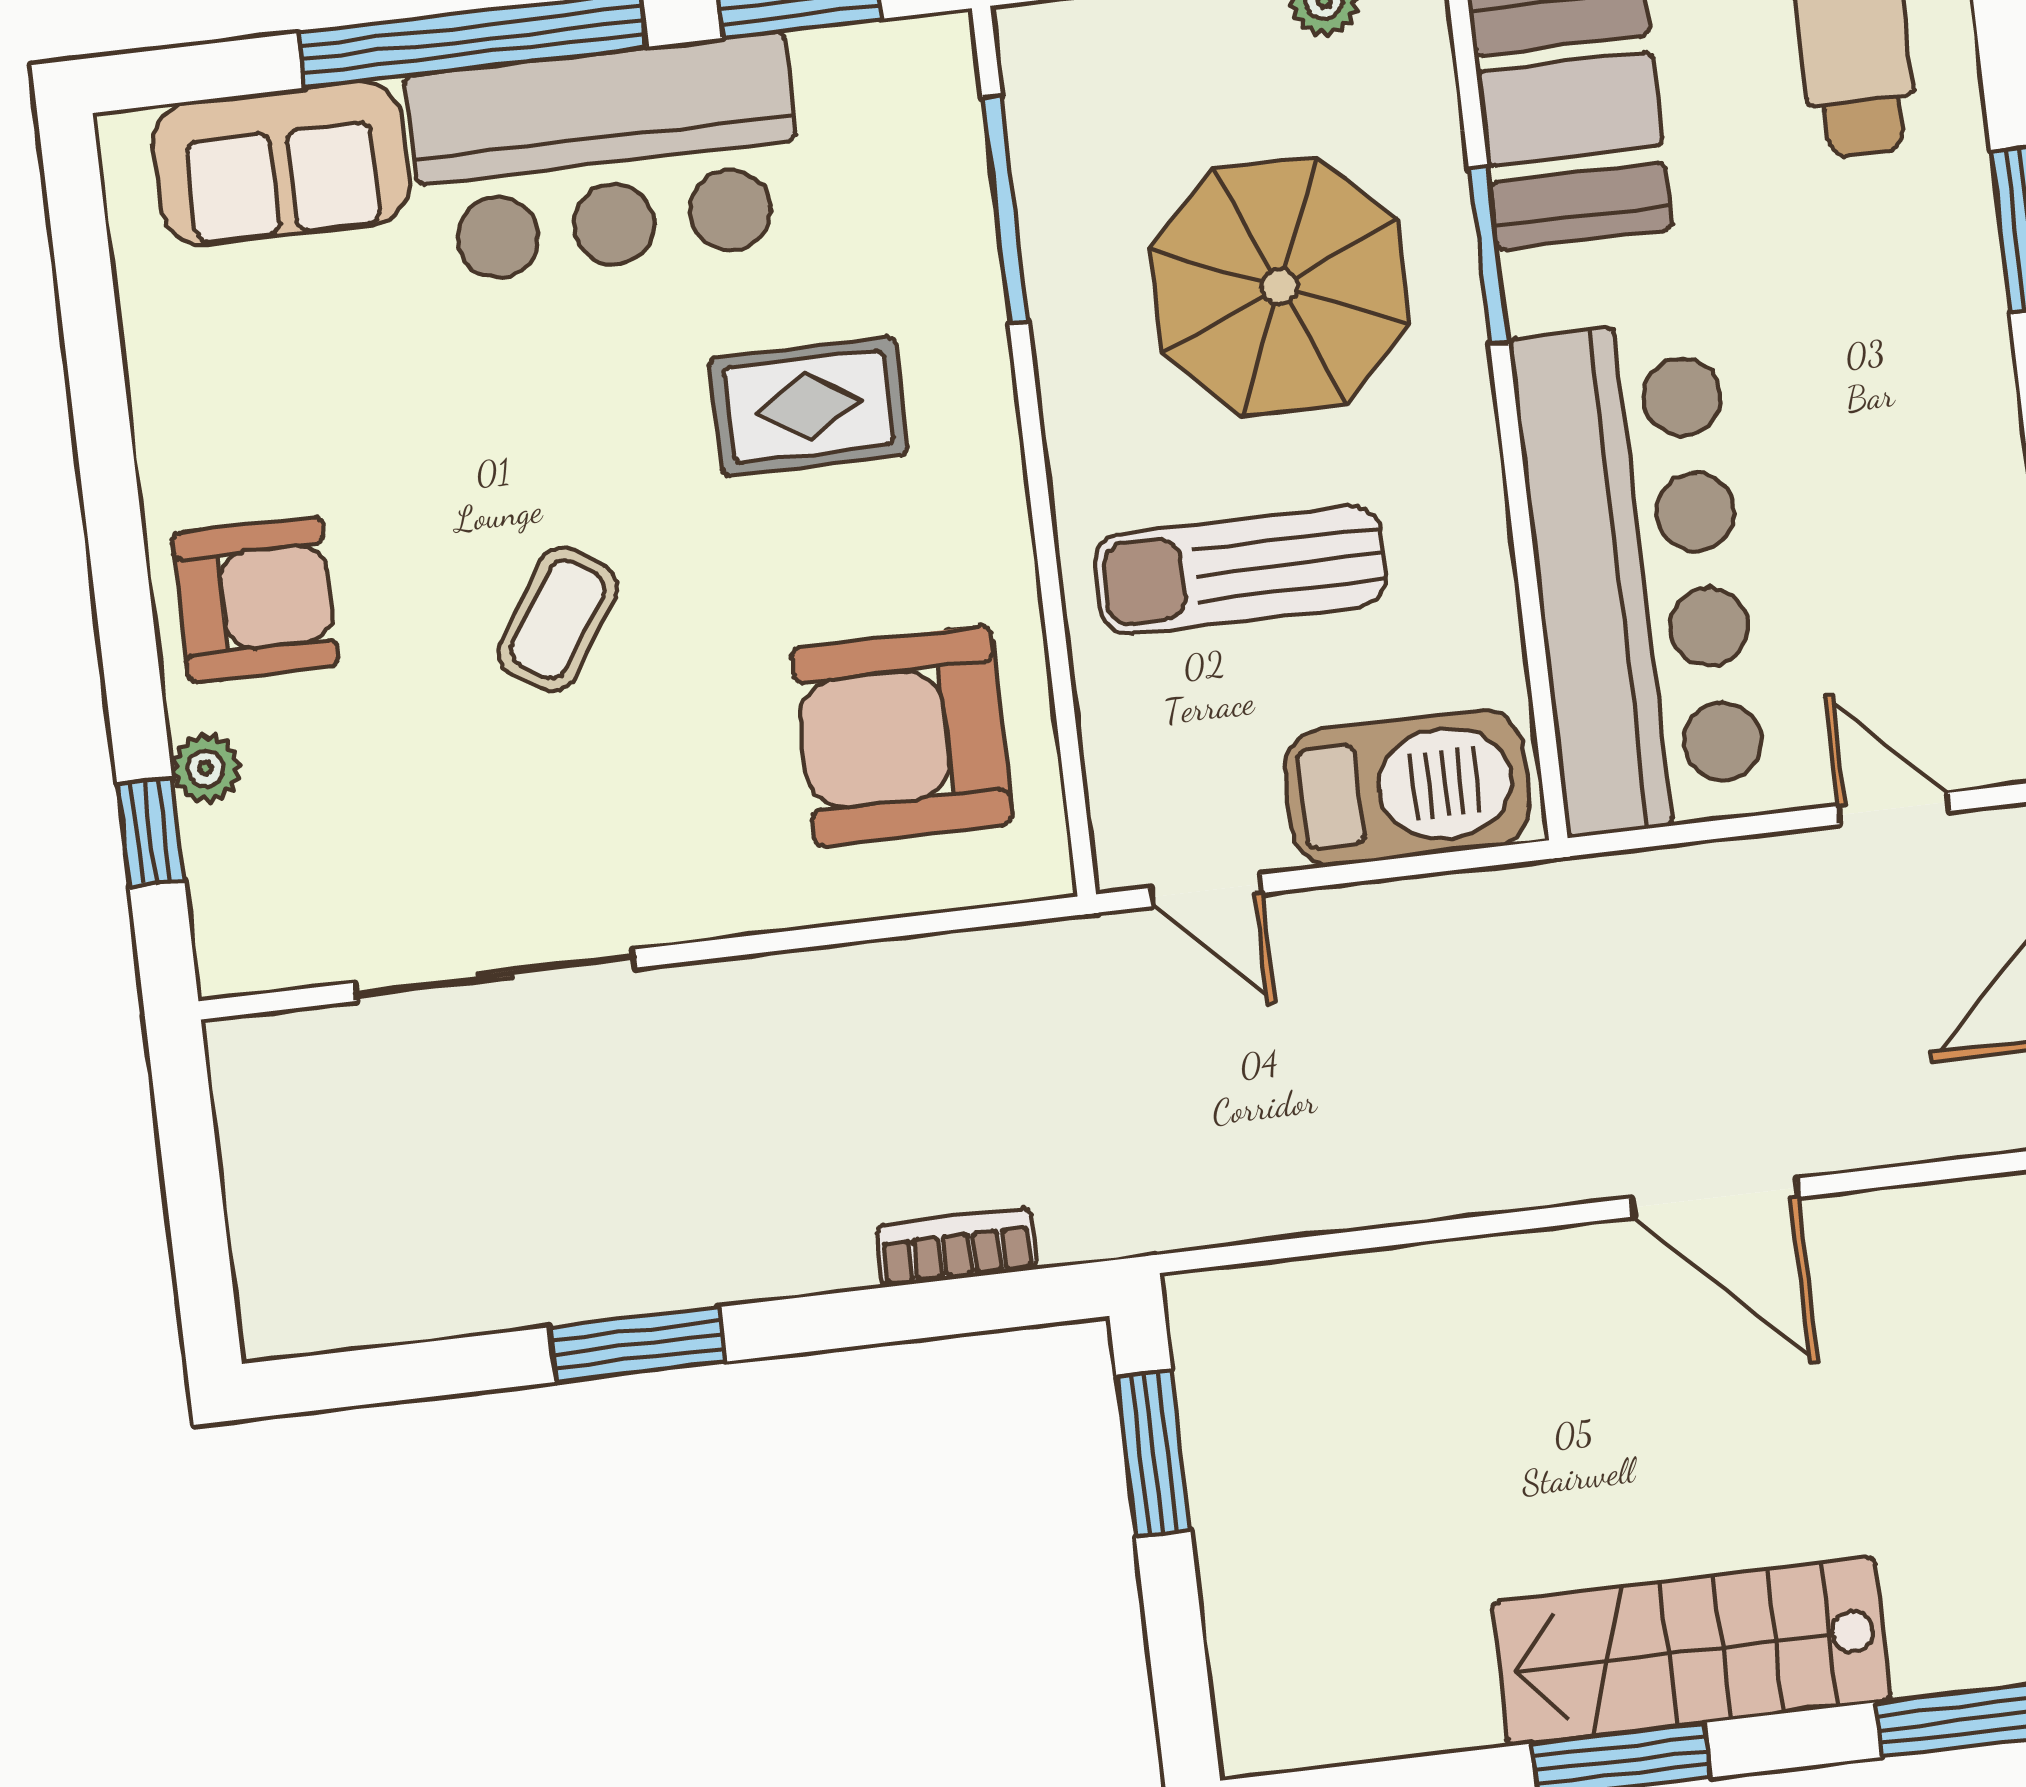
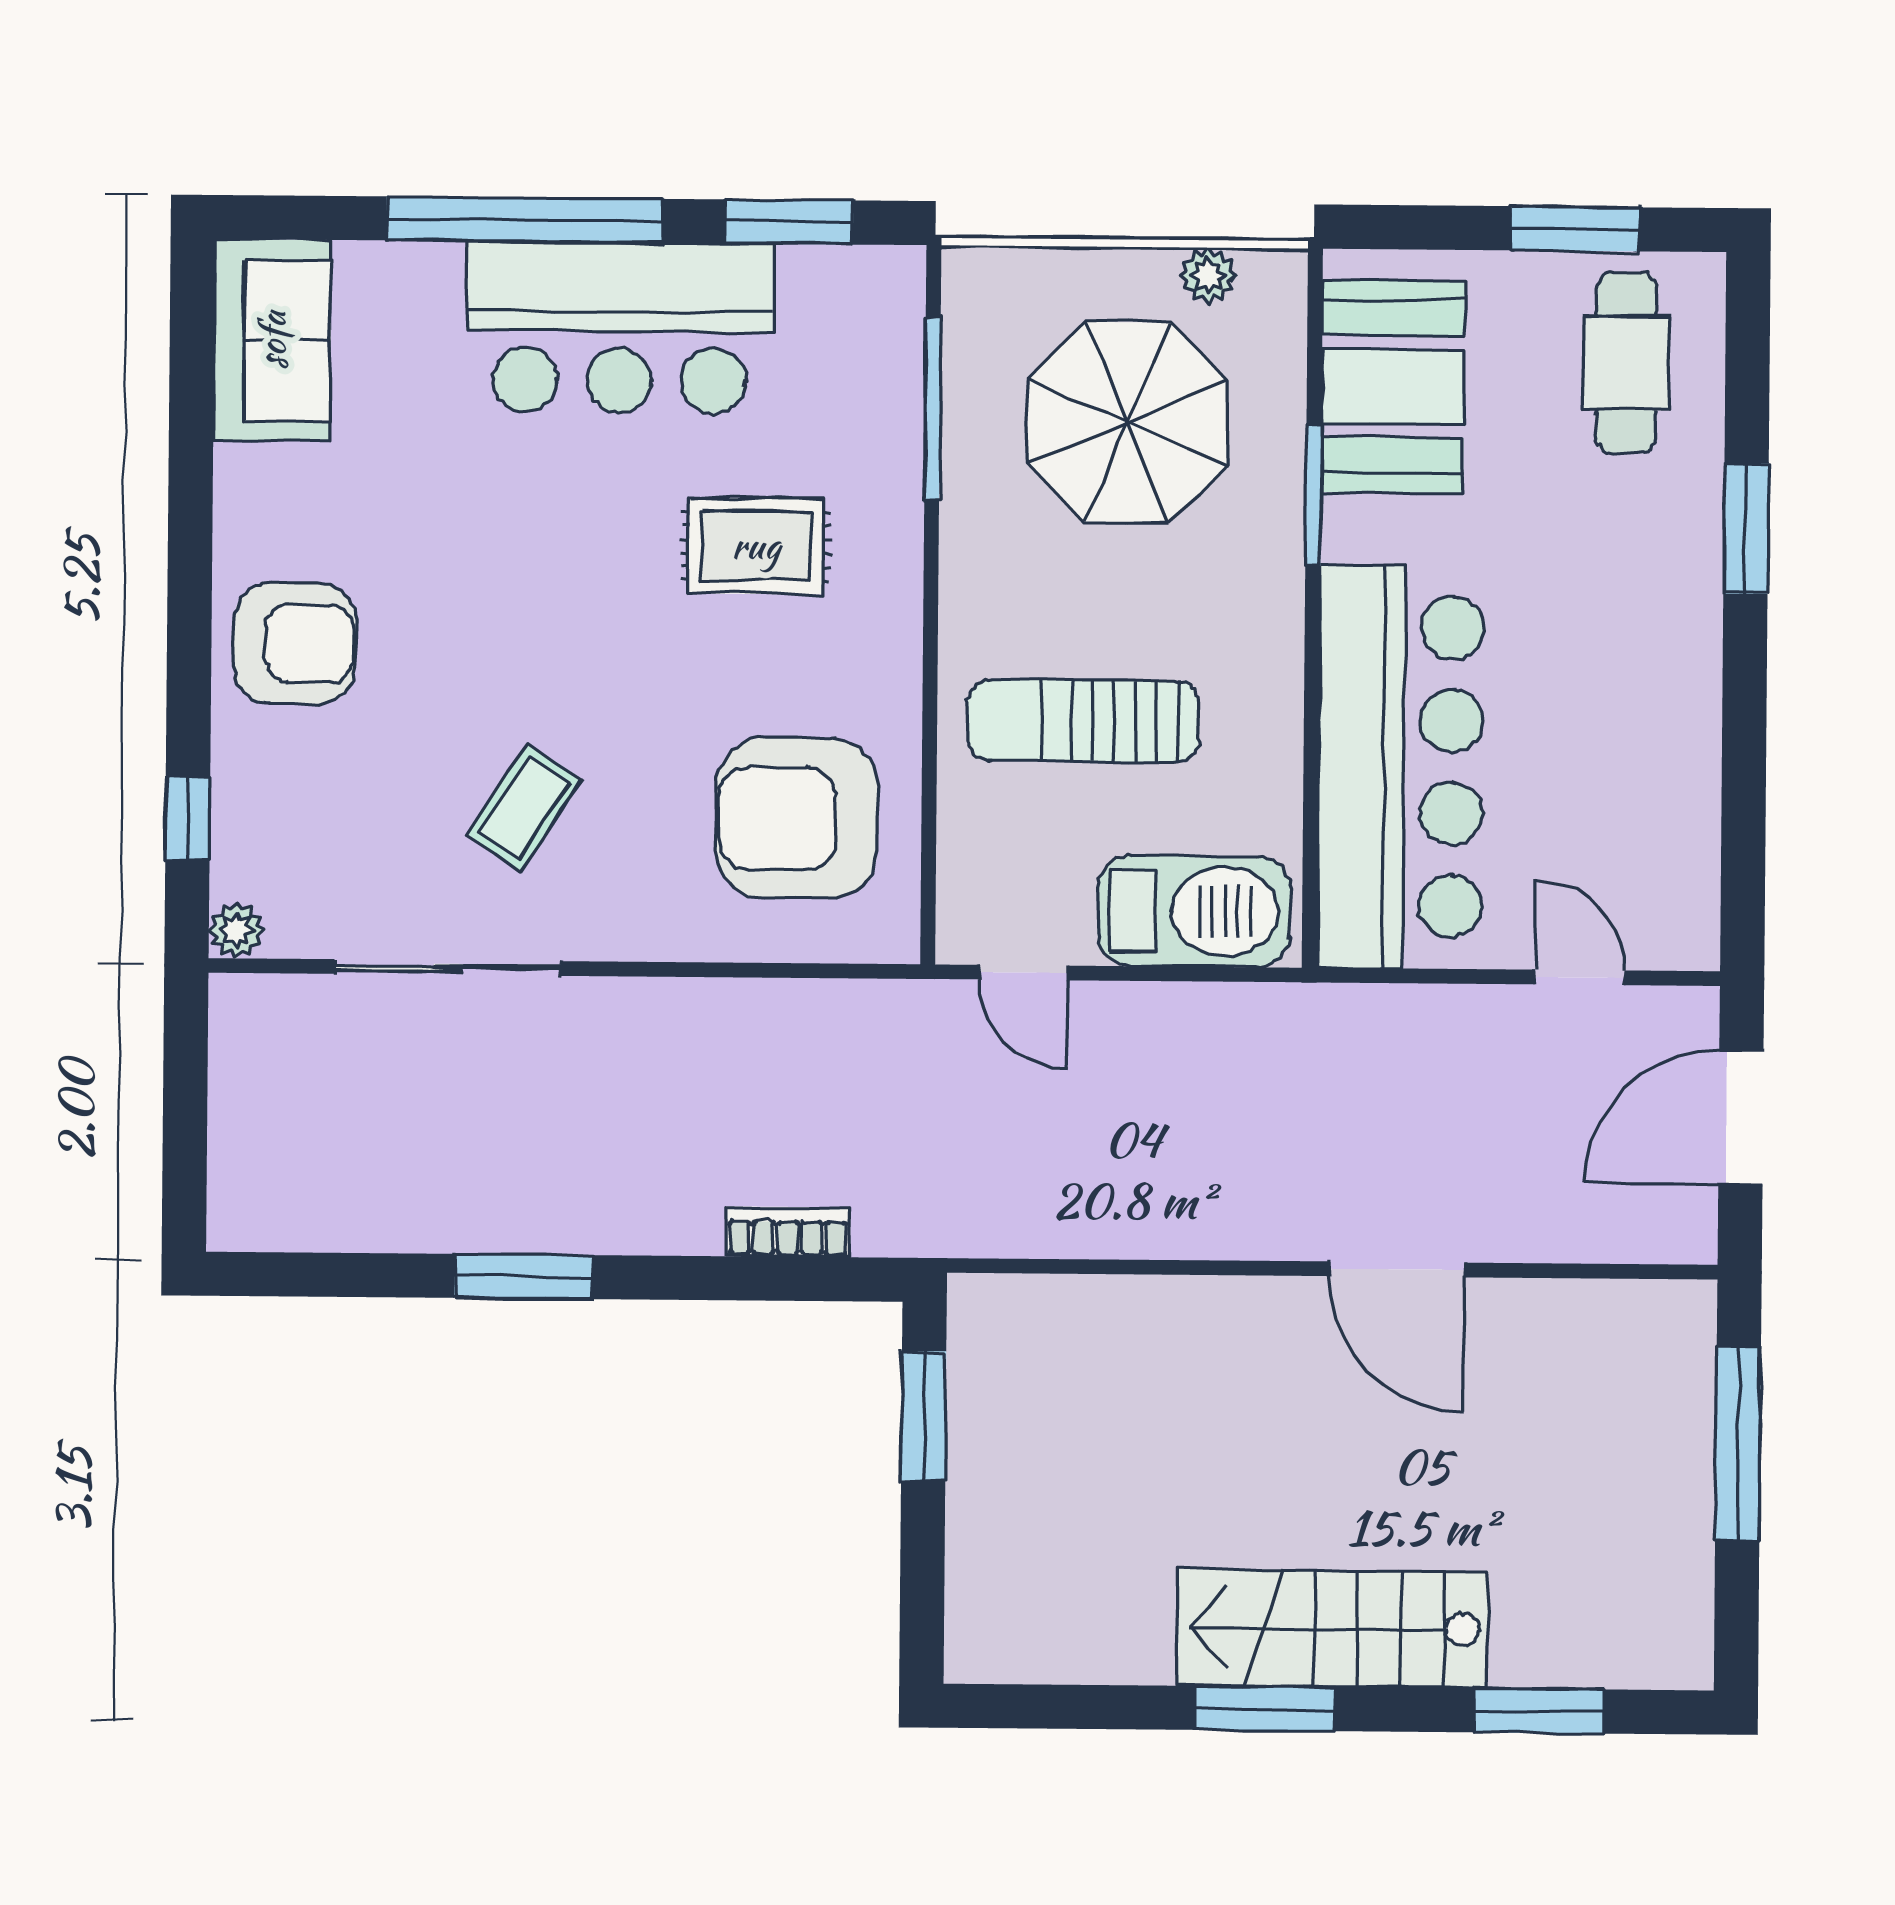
sofa: (281, 163) -> (272, 340), moved, turned -90
parasol: (1280, 287) -> (1128, 422), moved
coffee table: (558, 619) -> (524, 807), moved
plant: (206, 768) -> (237, 930), moved

